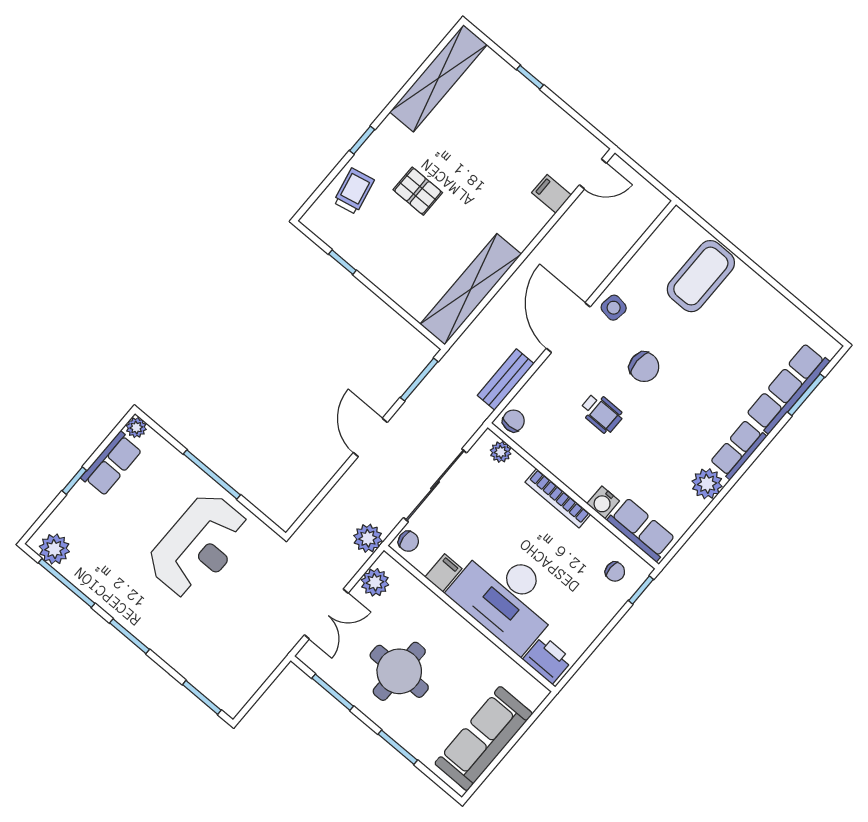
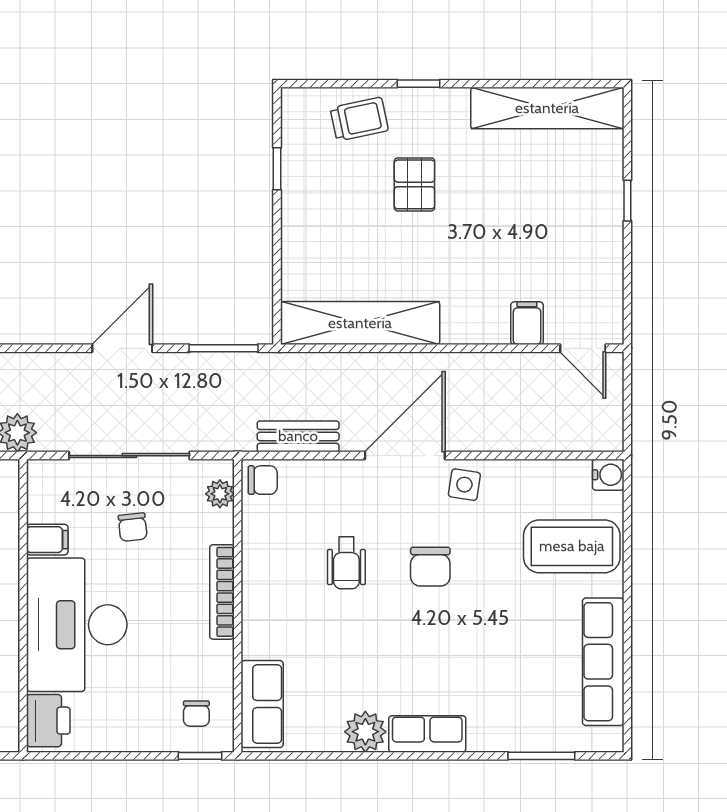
row of seats: (788, 388) -> (603, 662), moved, turned -90
water cooler: (603, 502) -> (608, 475), moved, turned 180
chair: (408, 541) -> (133, 527), moved

